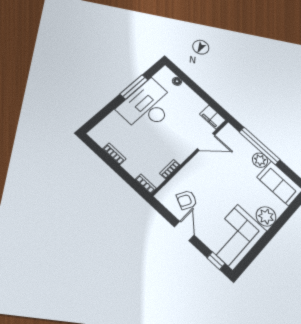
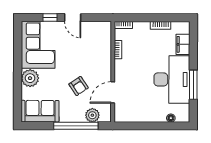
filing cabinet: (213, 117) -> (183, 44), moved, turned -90
plant: (260, 160) -> (92, 115), moved
armchair: (187, 200) -> (79, 86), moved, turned 120
window: (216, 261) -> (50, 18), moved

